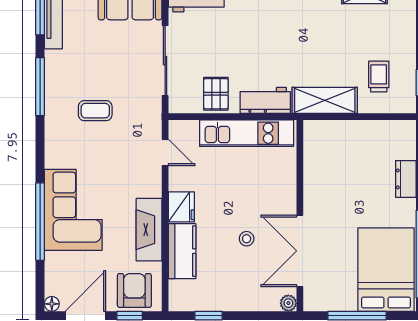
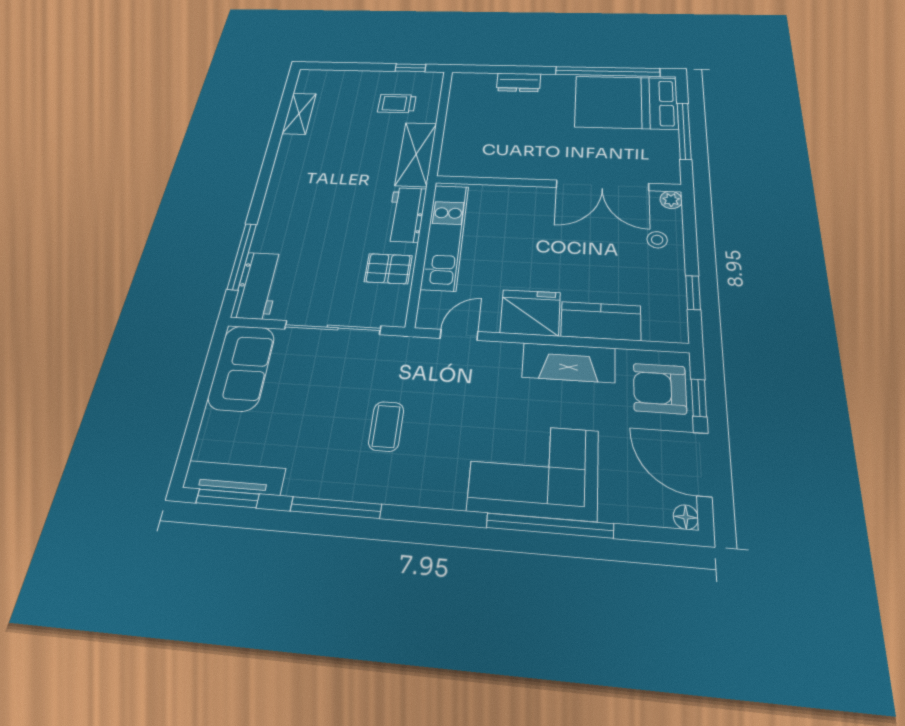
fridge: (181, 207) -> (530, 313), width x1.36, depth x1.34
stool: (247, 239) -> (657, 240), moved

